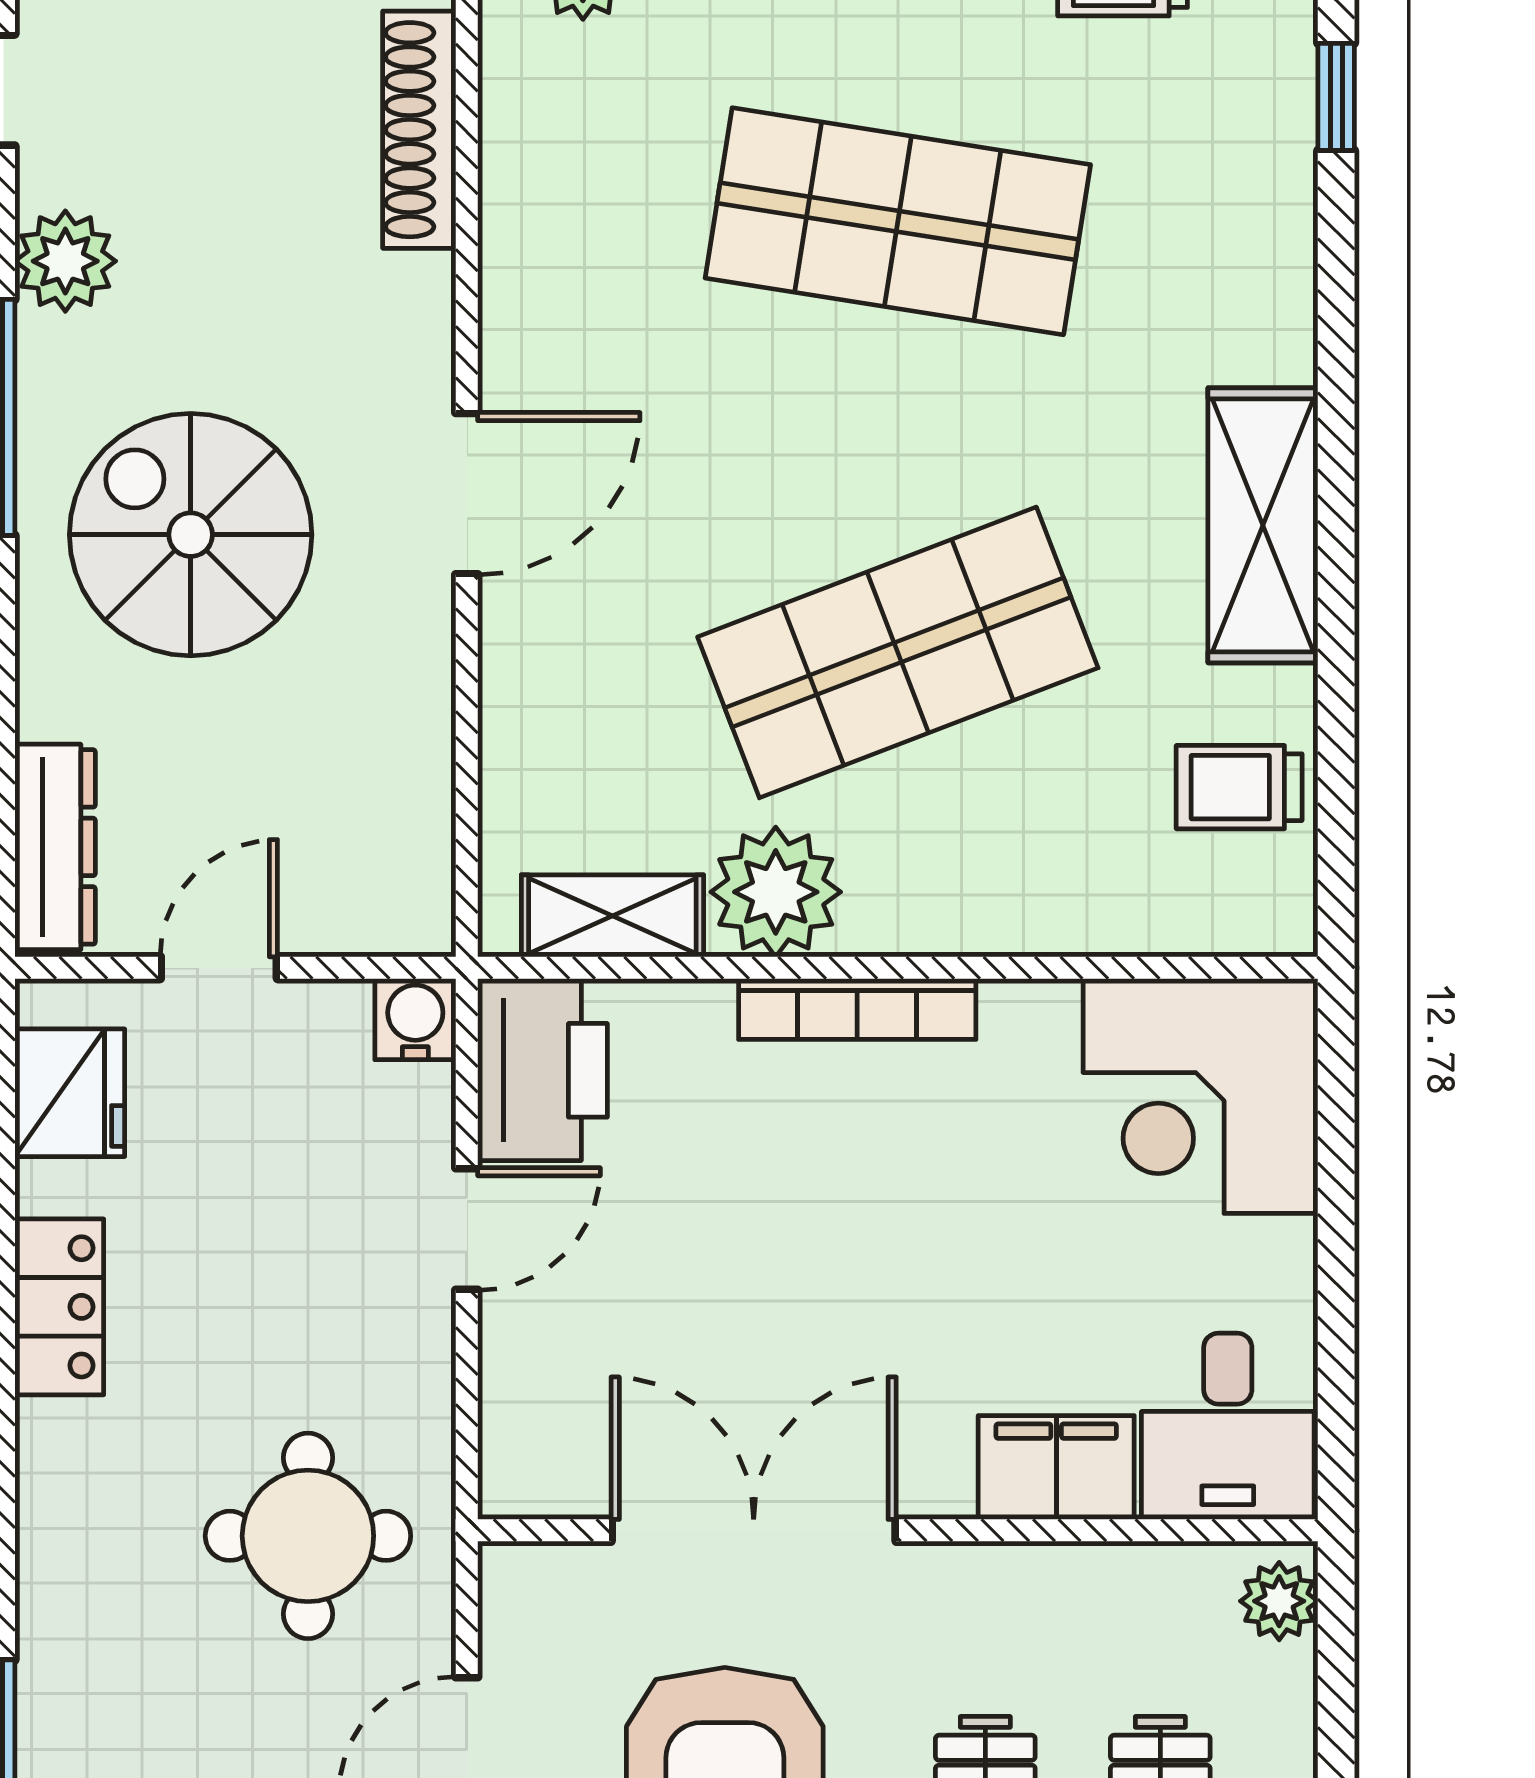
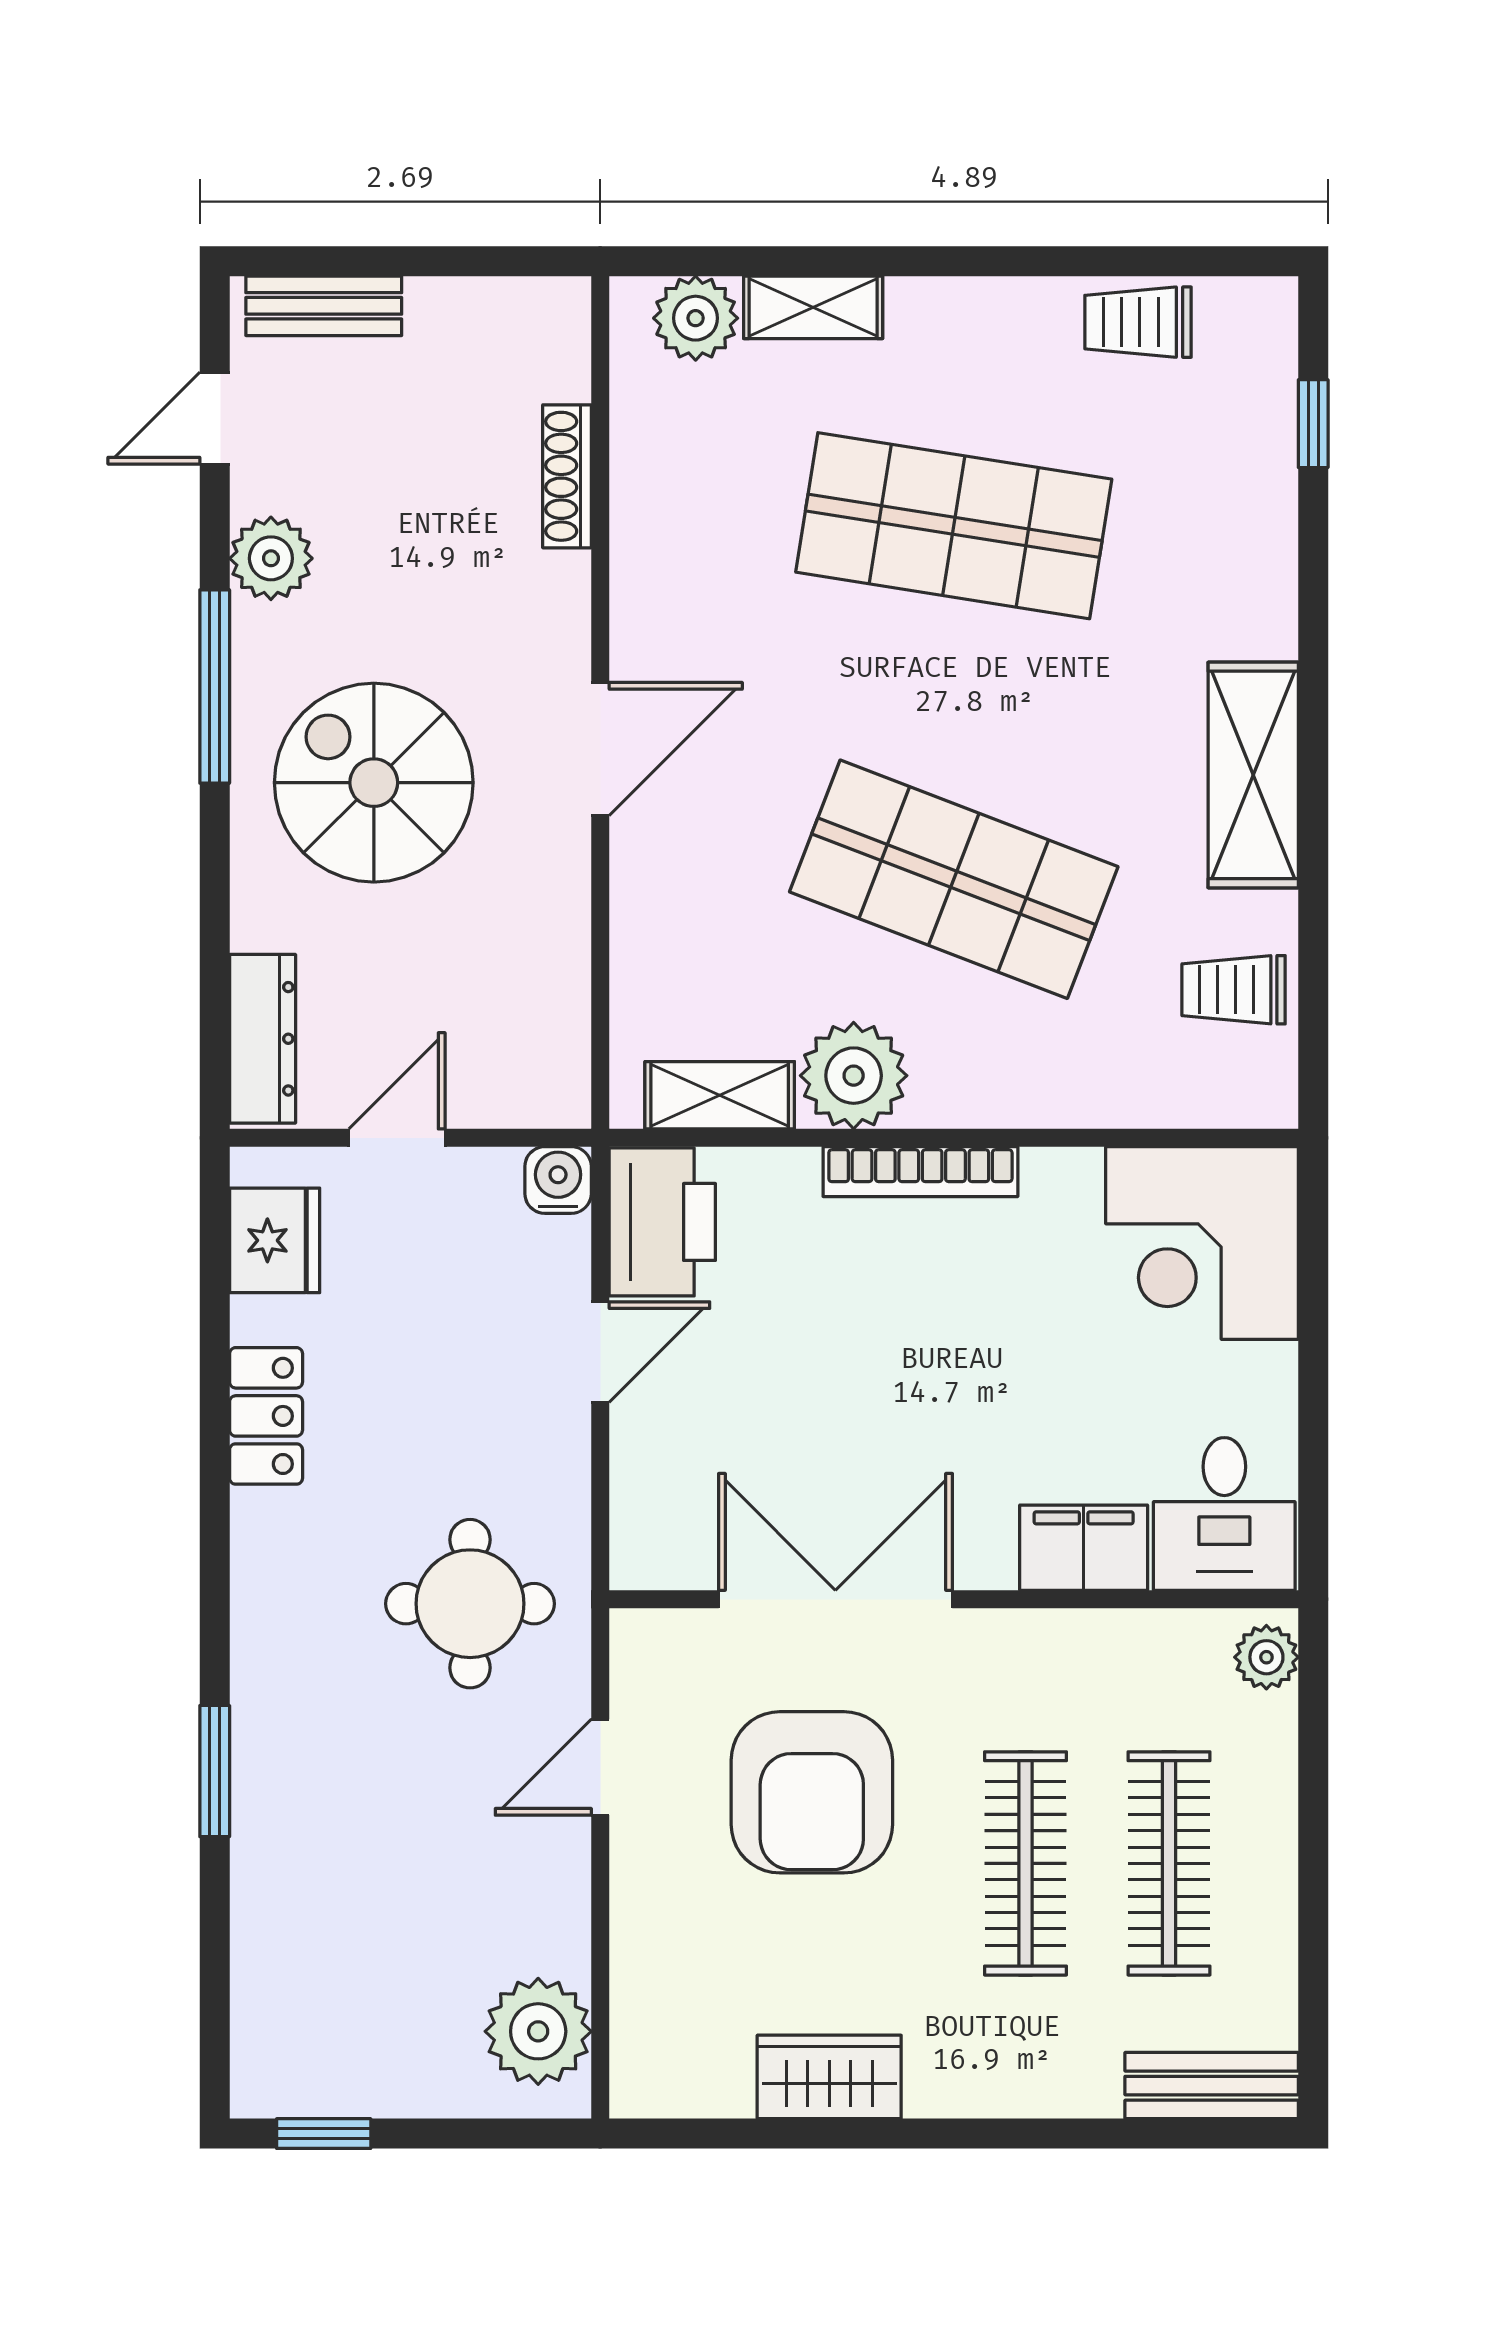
shoe rack: (419, 130) -> (567, 476), width x0.74, depth x0.81
shop shelf: (898, 652) -> (954, 879), turned 42

